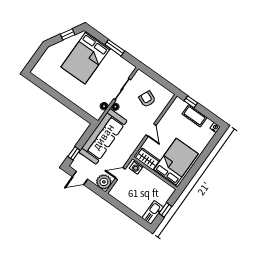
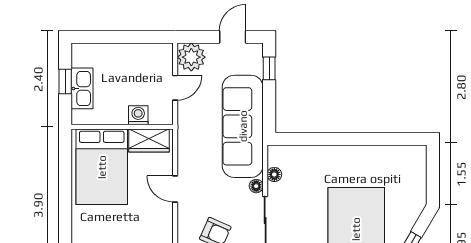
washing machine: (136, 167) -> (138, 115), moved
kitchen sink: (153, 212) -> (82, 88), moved

